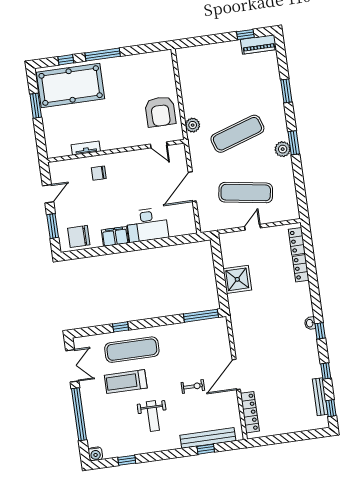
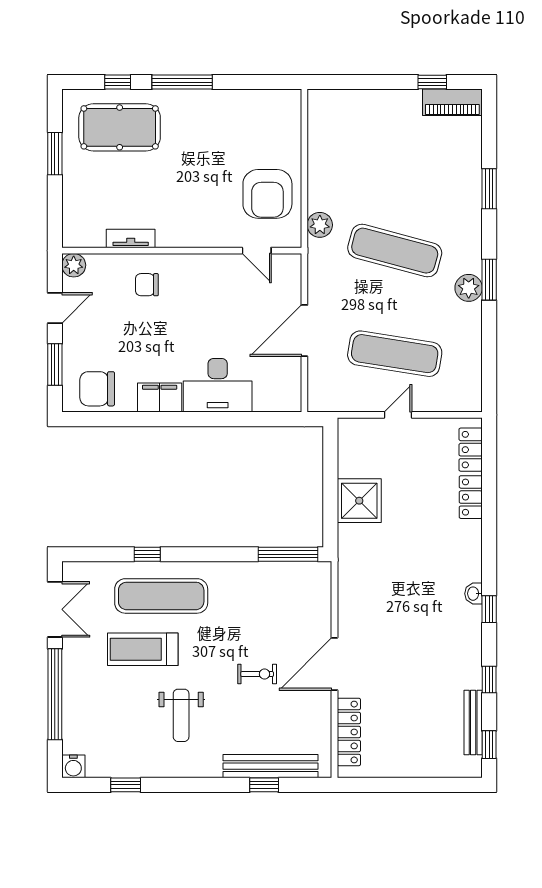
pool table: (71, 86) -> (120, 127), width x0.73, depth x0.76
exercise mat: (237, 134) -> (395, 251), turned 33
plant: (55, 168) -> (74, 265), added

